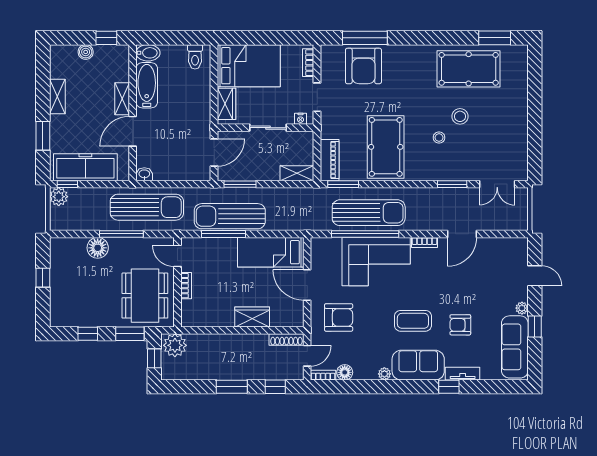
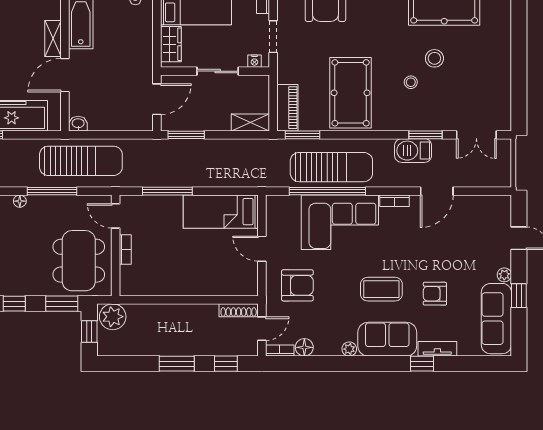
barbecue: (441, 198) -> (413, 151), added
sun lounger: (230, 216) -> (174, 171), removed
floor lamp: (98, 248) -> (20, 201), width x0.53, depth x0.53
door: (307, 285) -> (262, 249), width x0.73
wardrobe: (252, 317) -> (200, 285), removed

